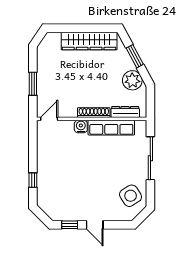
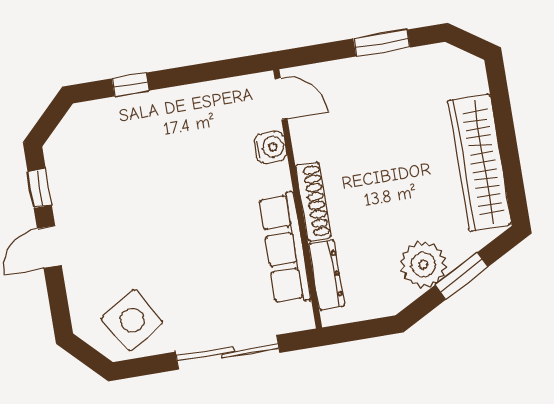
plant: (132, 80) -> (423, 265), moved
window: (33, 84) -> (382, 43), moved
water cooler: (81, 127) -> (270, 147), moved

